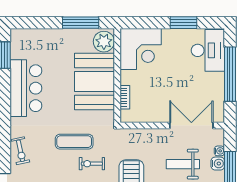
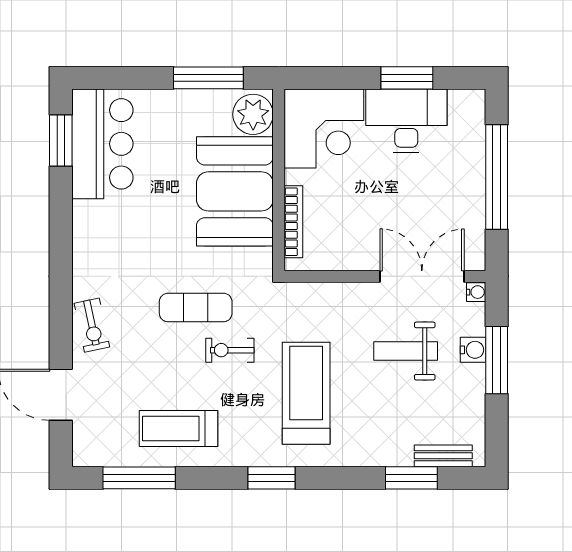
desk: (208, 50) -> (406, 121), moved, turned -90
bar counter: (26, 88) -> (102, 144), moved
bookcase: (125, 97) -> (293, 222), width x1.56
water cooler: (219, 151) -> (476, 292), moved

